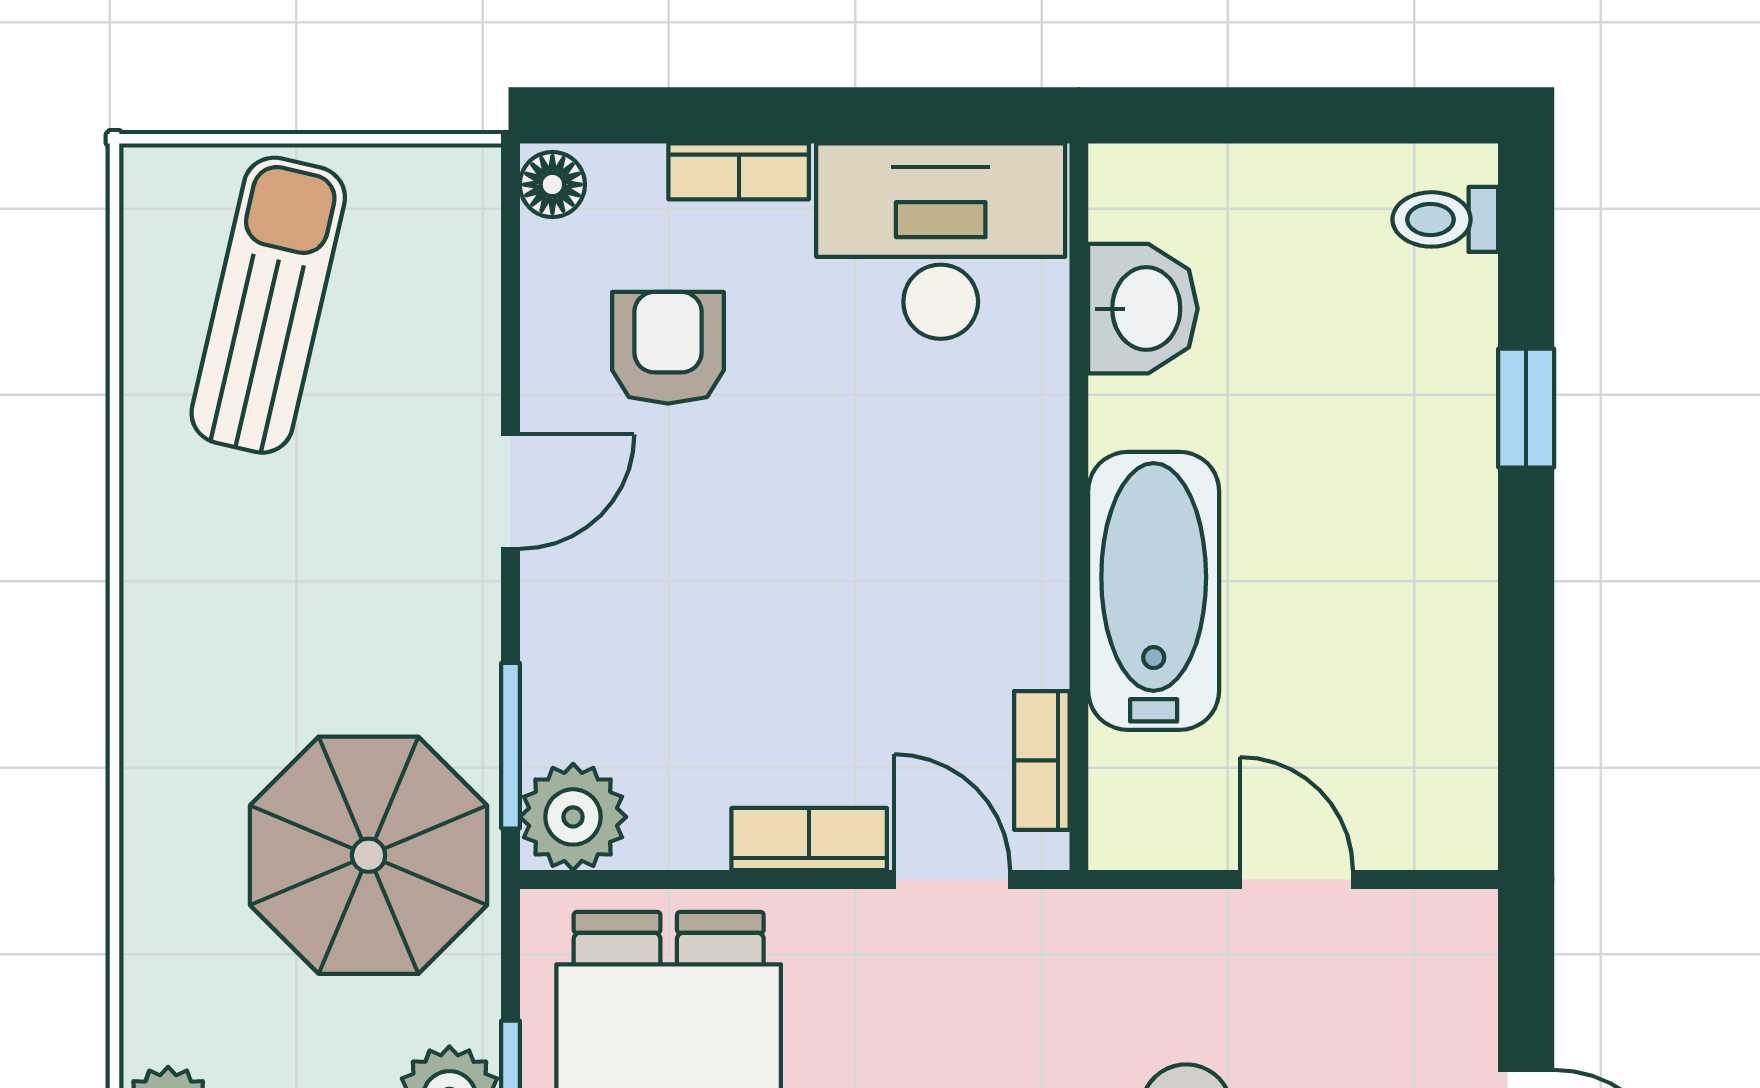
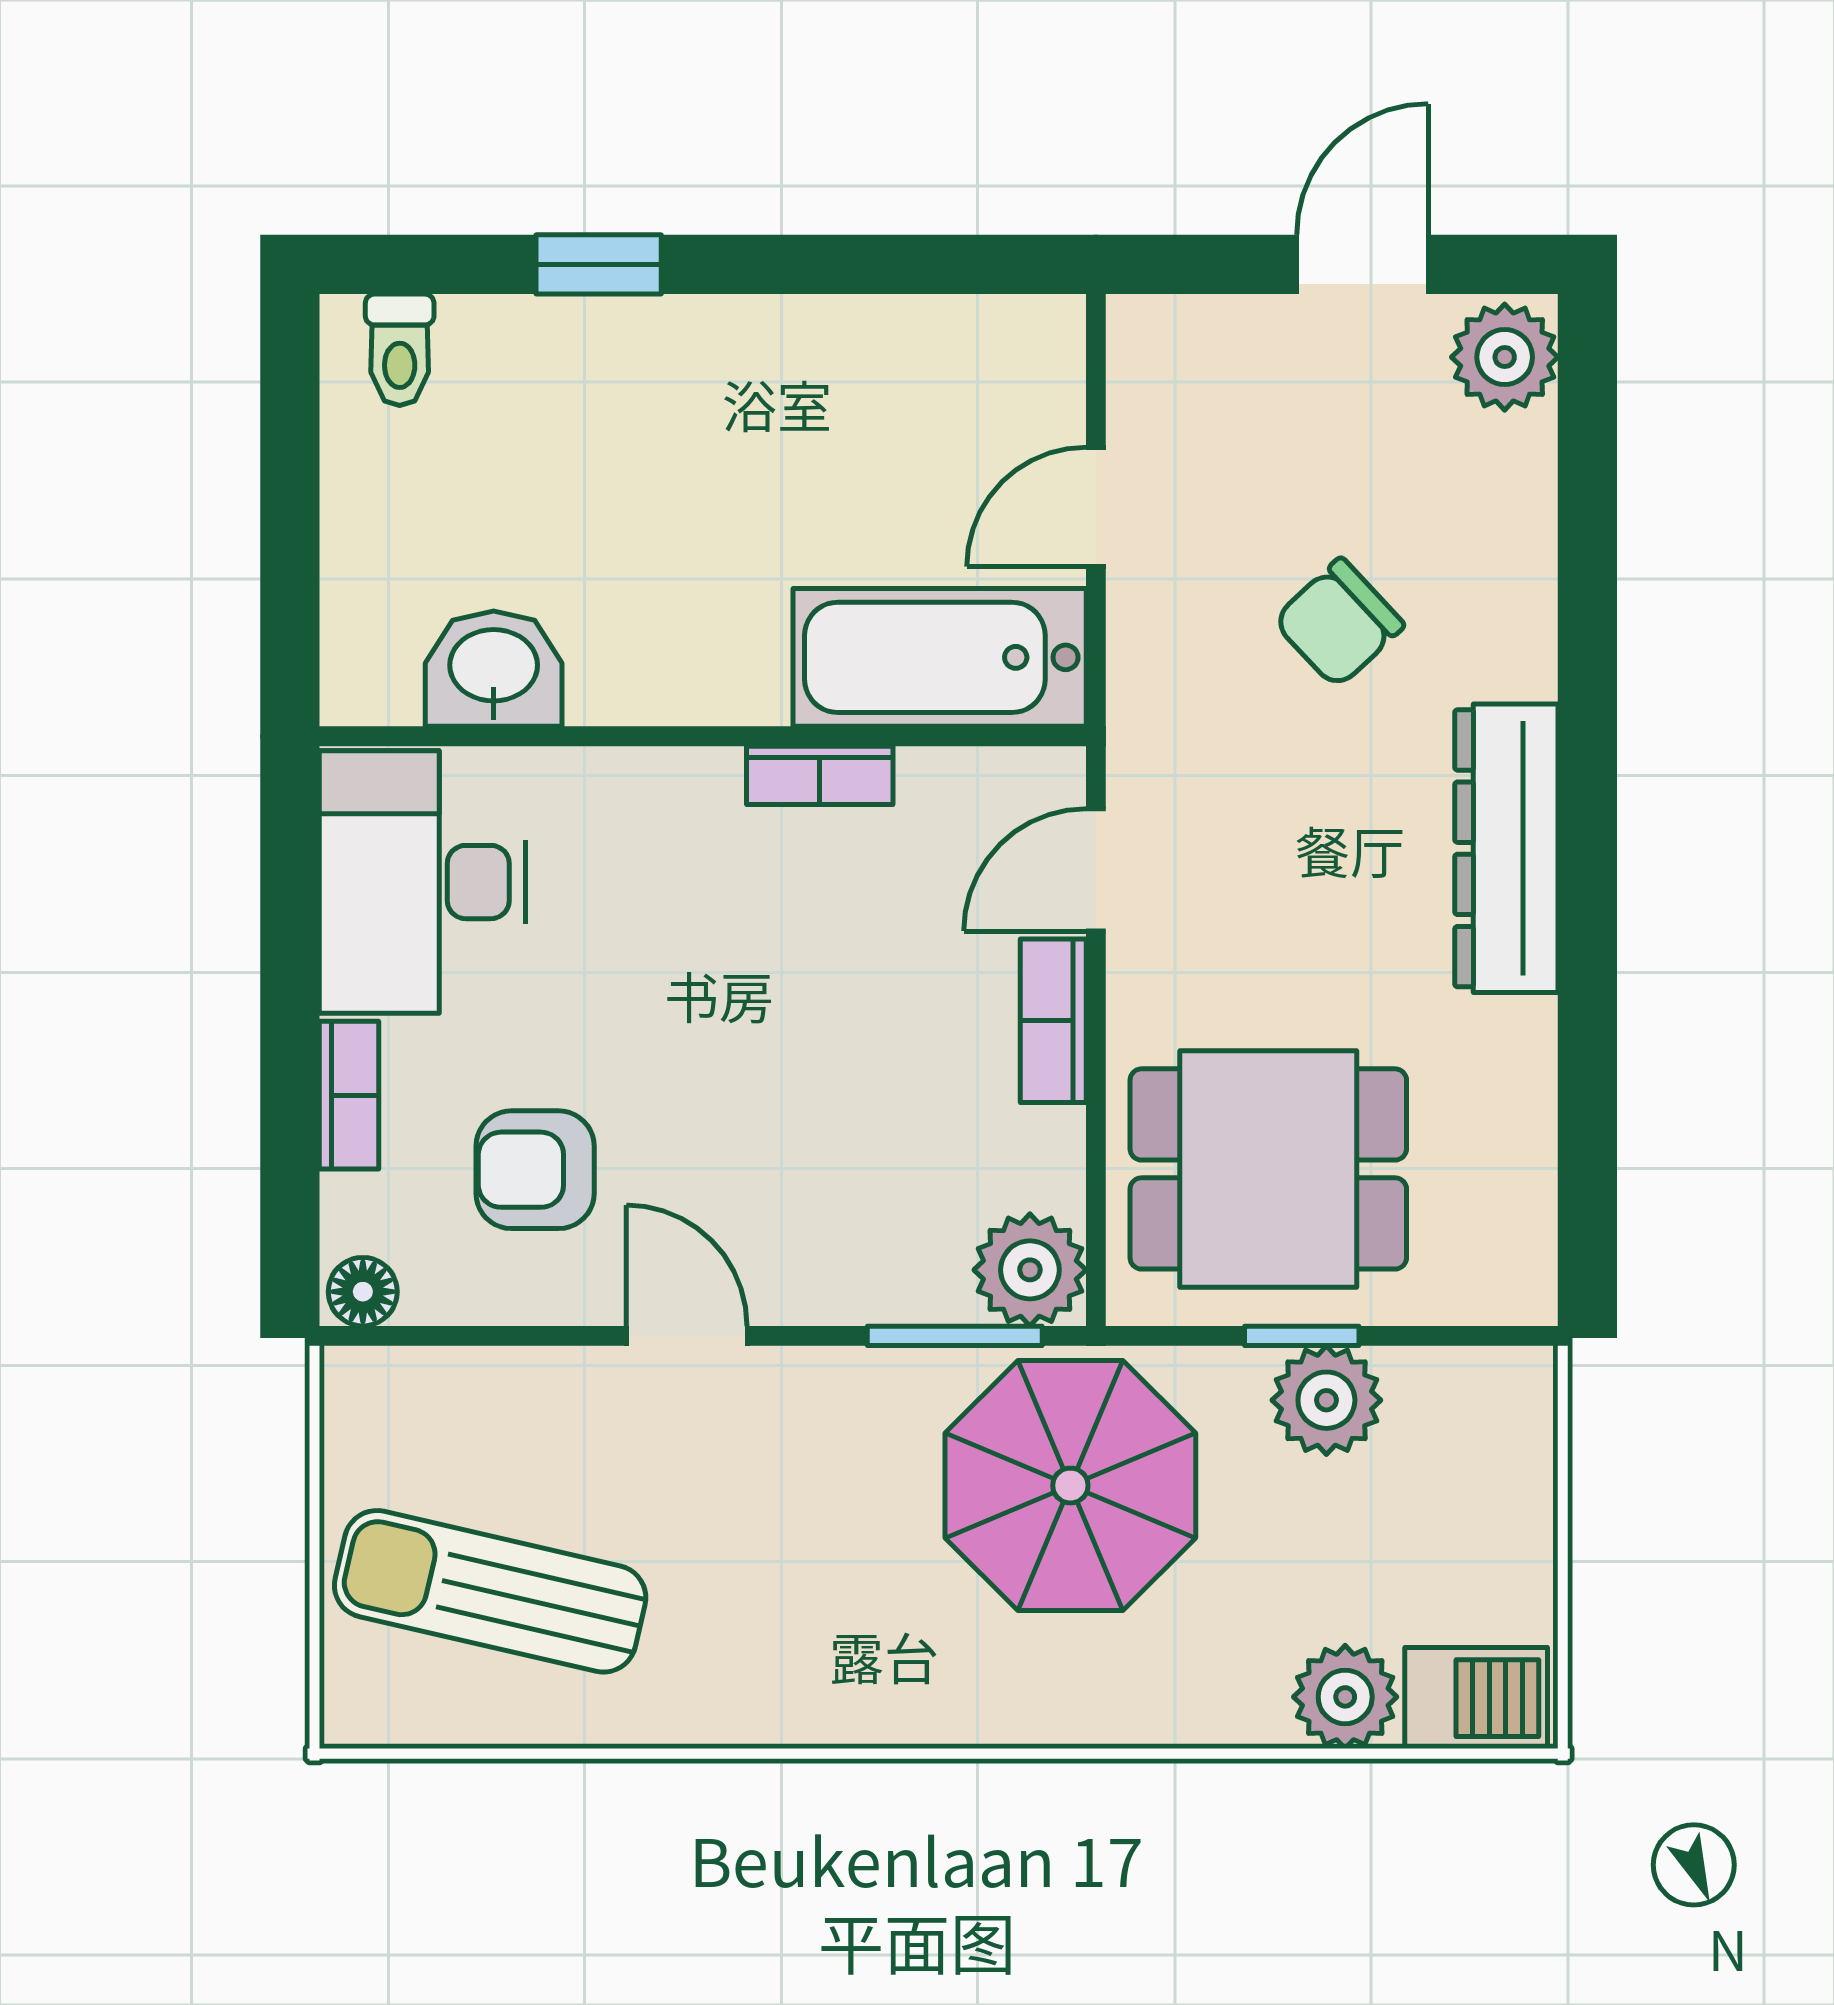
bathtub: (1154, 591) -> (940, 657), moved
bookcase: (1042, 760) -> (820, 775), moved

